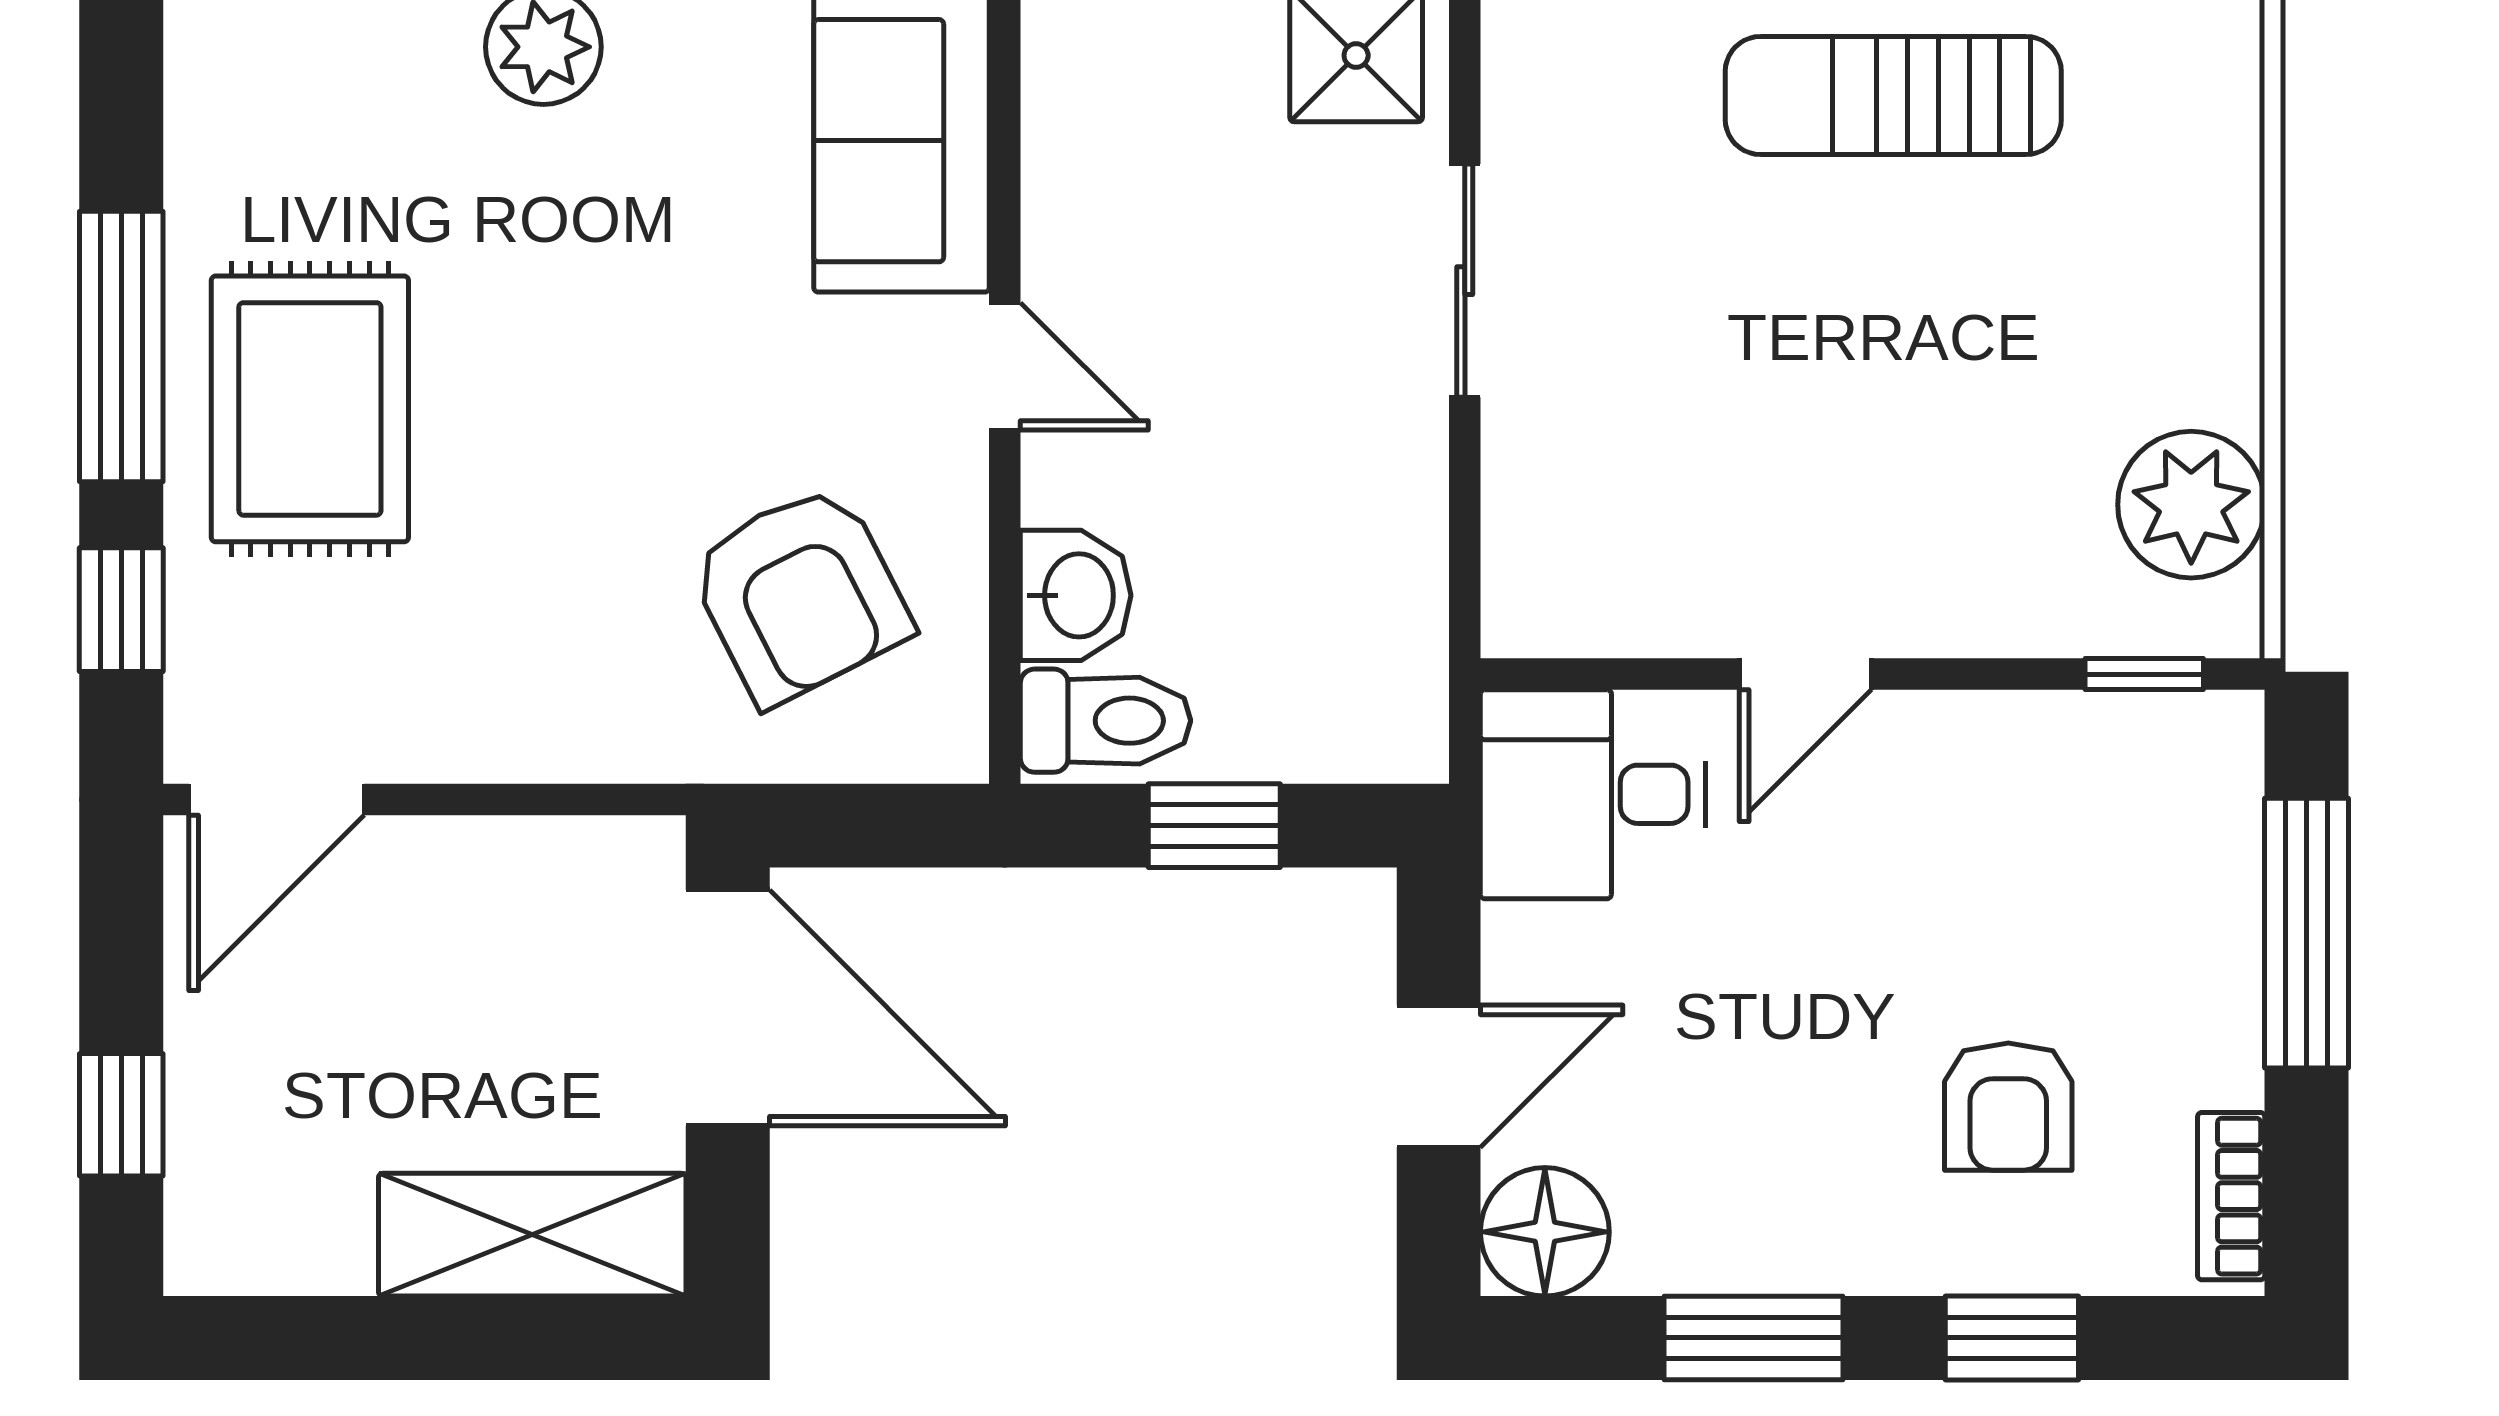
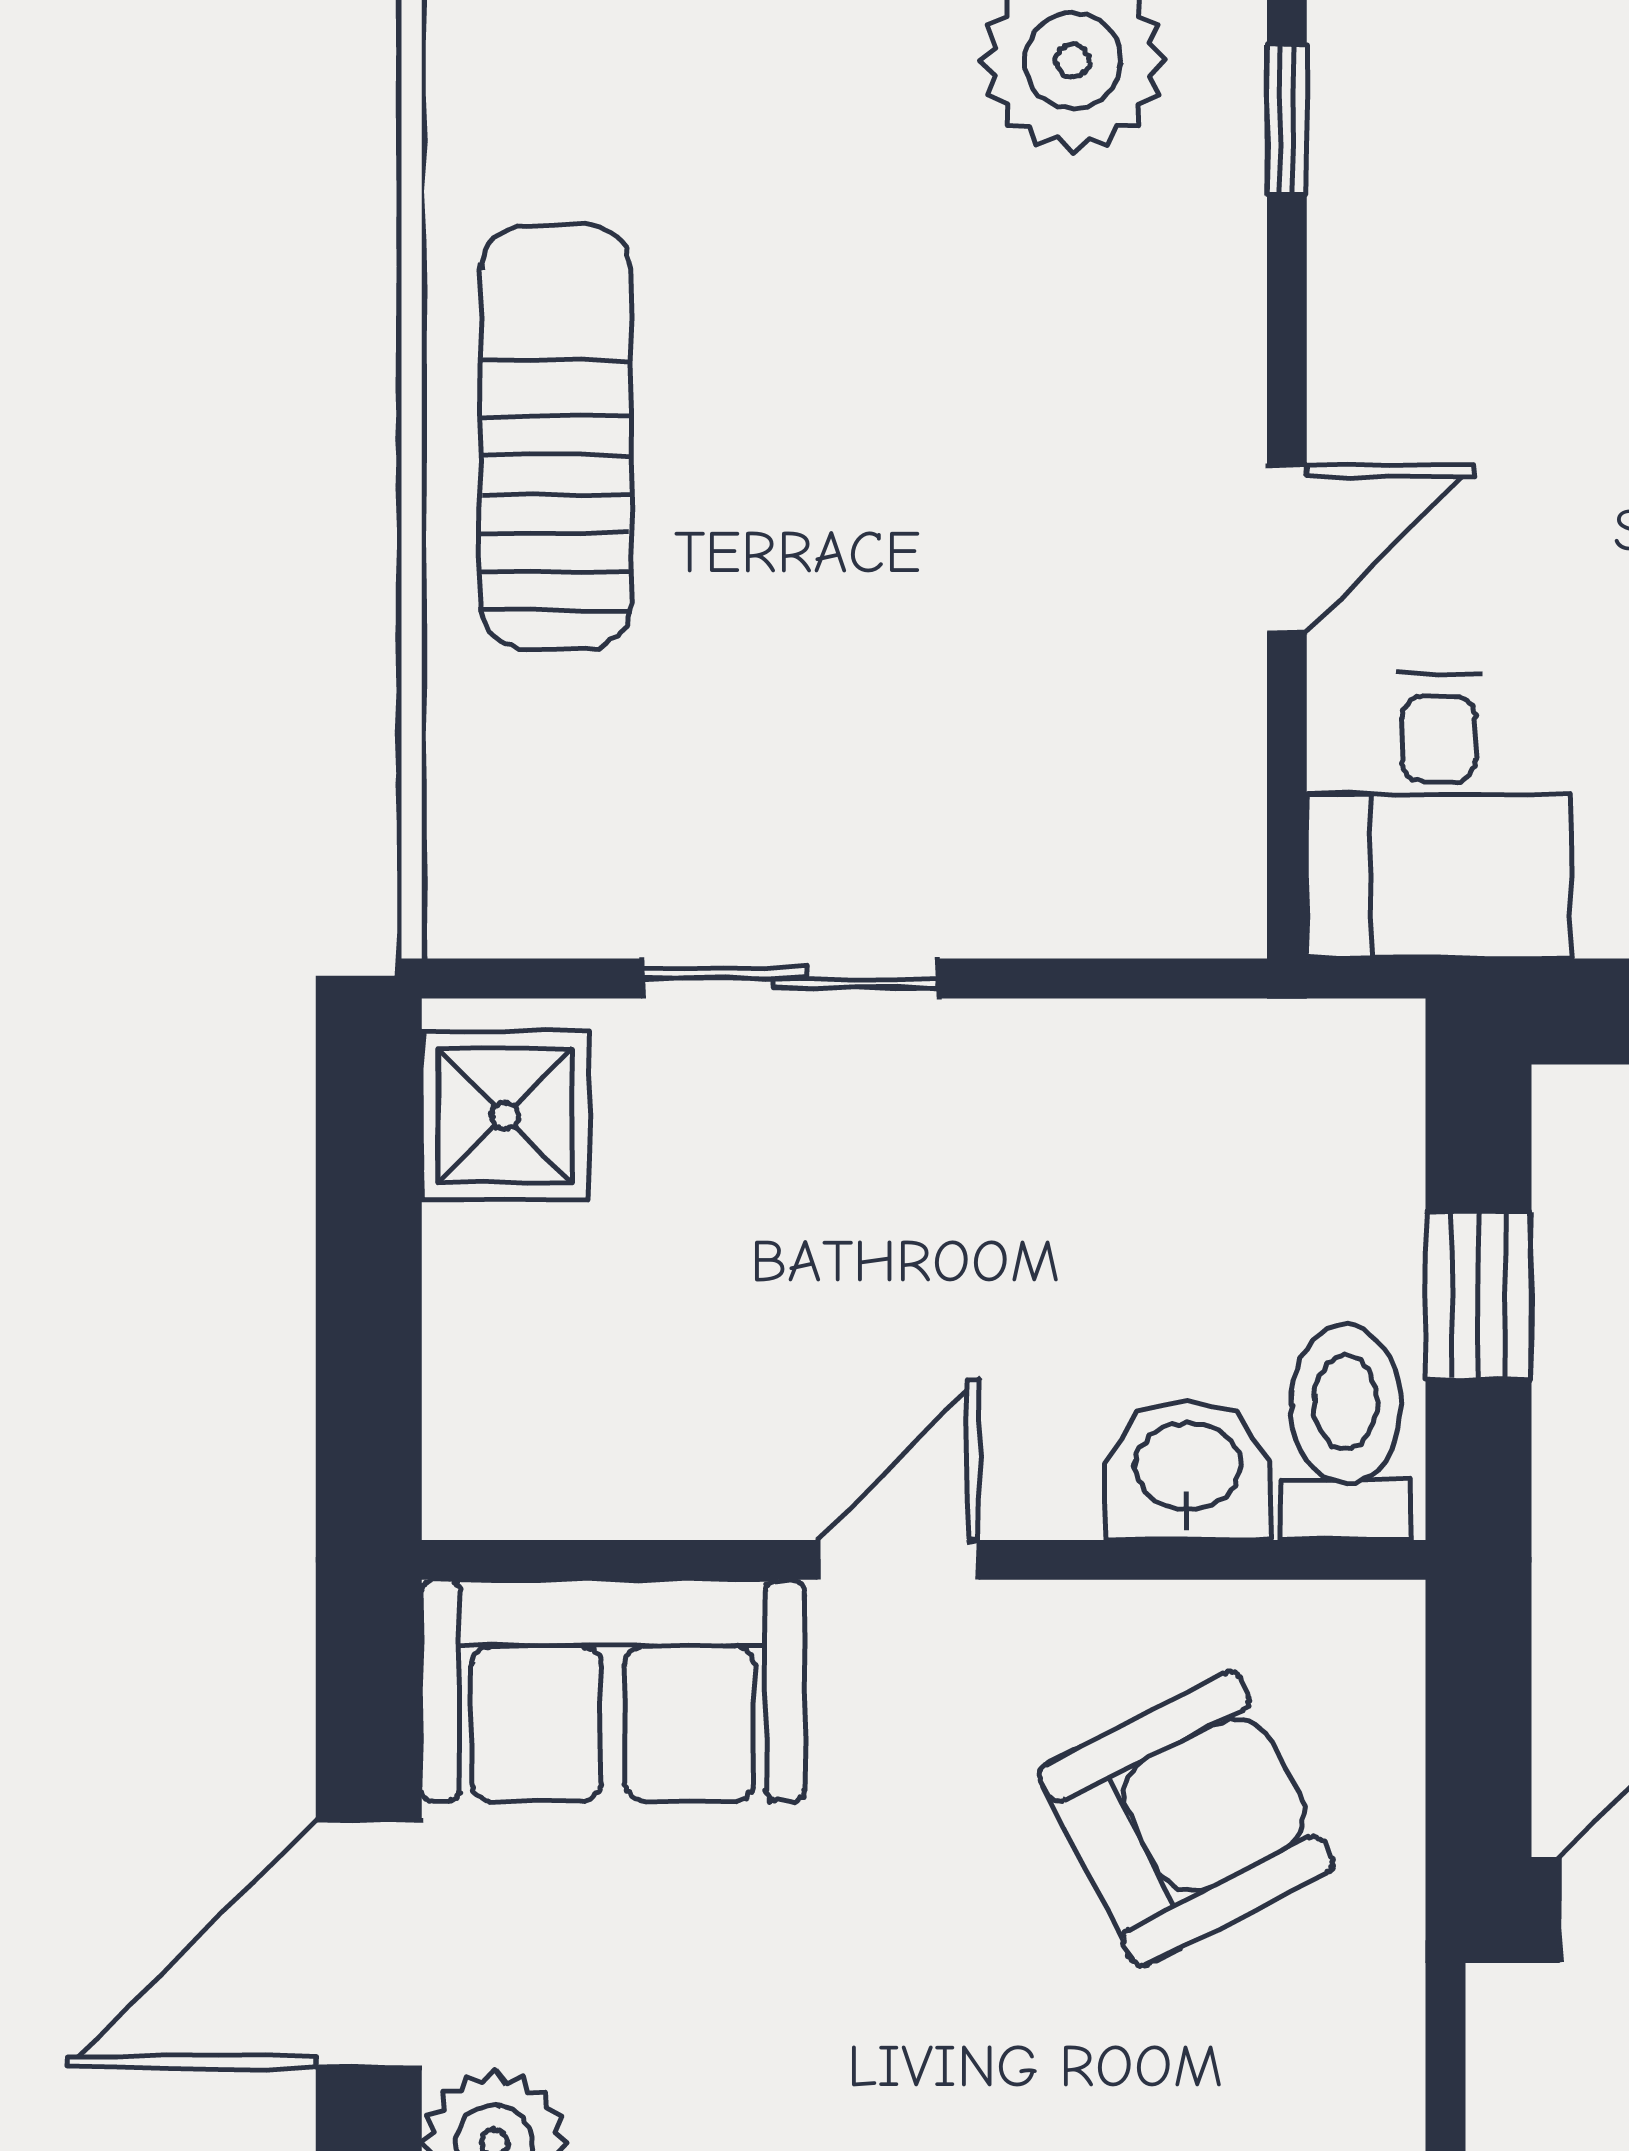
sun lounger: (1893, 95) -> (556, 437), turned 180
door: (1805, 674) -> (1287, 548), hinge flipped

